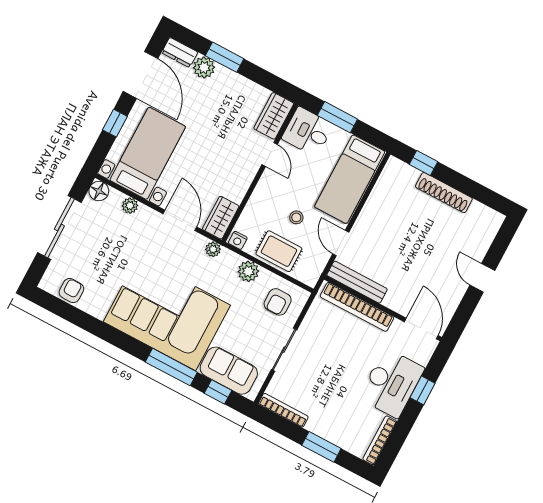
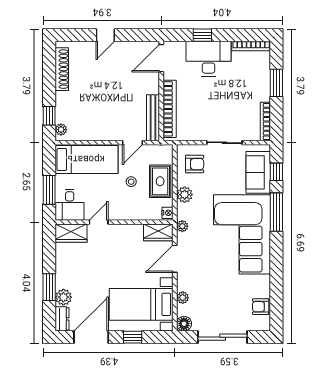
plant: (400, 168) -> (61, 130), added
shoe rack: (444, 193) -> (62, 69), moved

